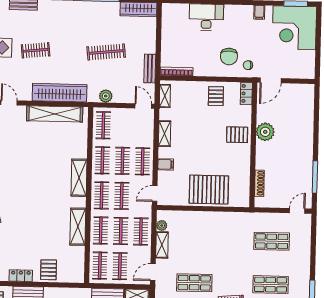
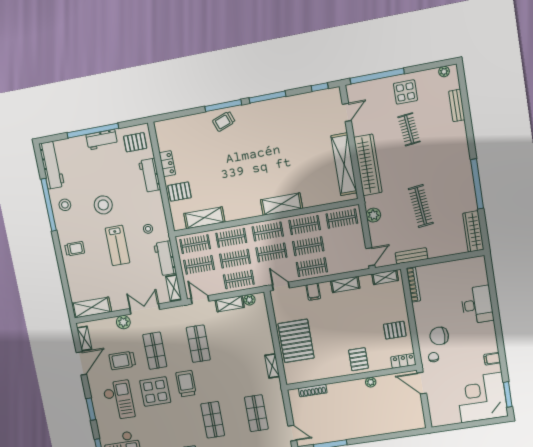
plant: (265, 132) -> (371, 382), width x0.53, depth x0.53
shelving: (229, 217) -> (272, 366), added
shelving: (78, 227) -> (204, 218), moved

